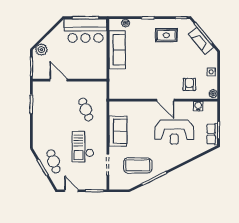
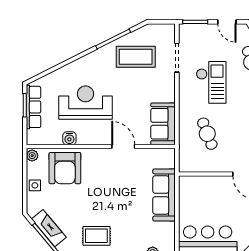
sofa: (117, 50) -> (164, 195), moved
armchair: (189, 84) -> (65, 168), width x1.88, depth x1.88
door: (165, 100) -> (123, 146), moved
water cooler: (198, 106) -> (69, 138), moved
sofa: (118, 131) -> (163, 124), moved
row of seats: (212, 134) -> (33, 107), width x1.48

